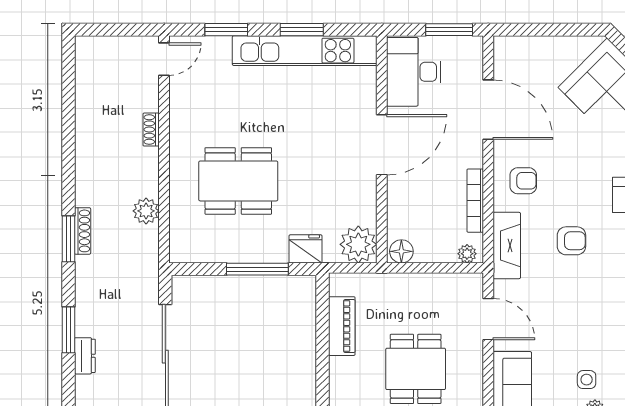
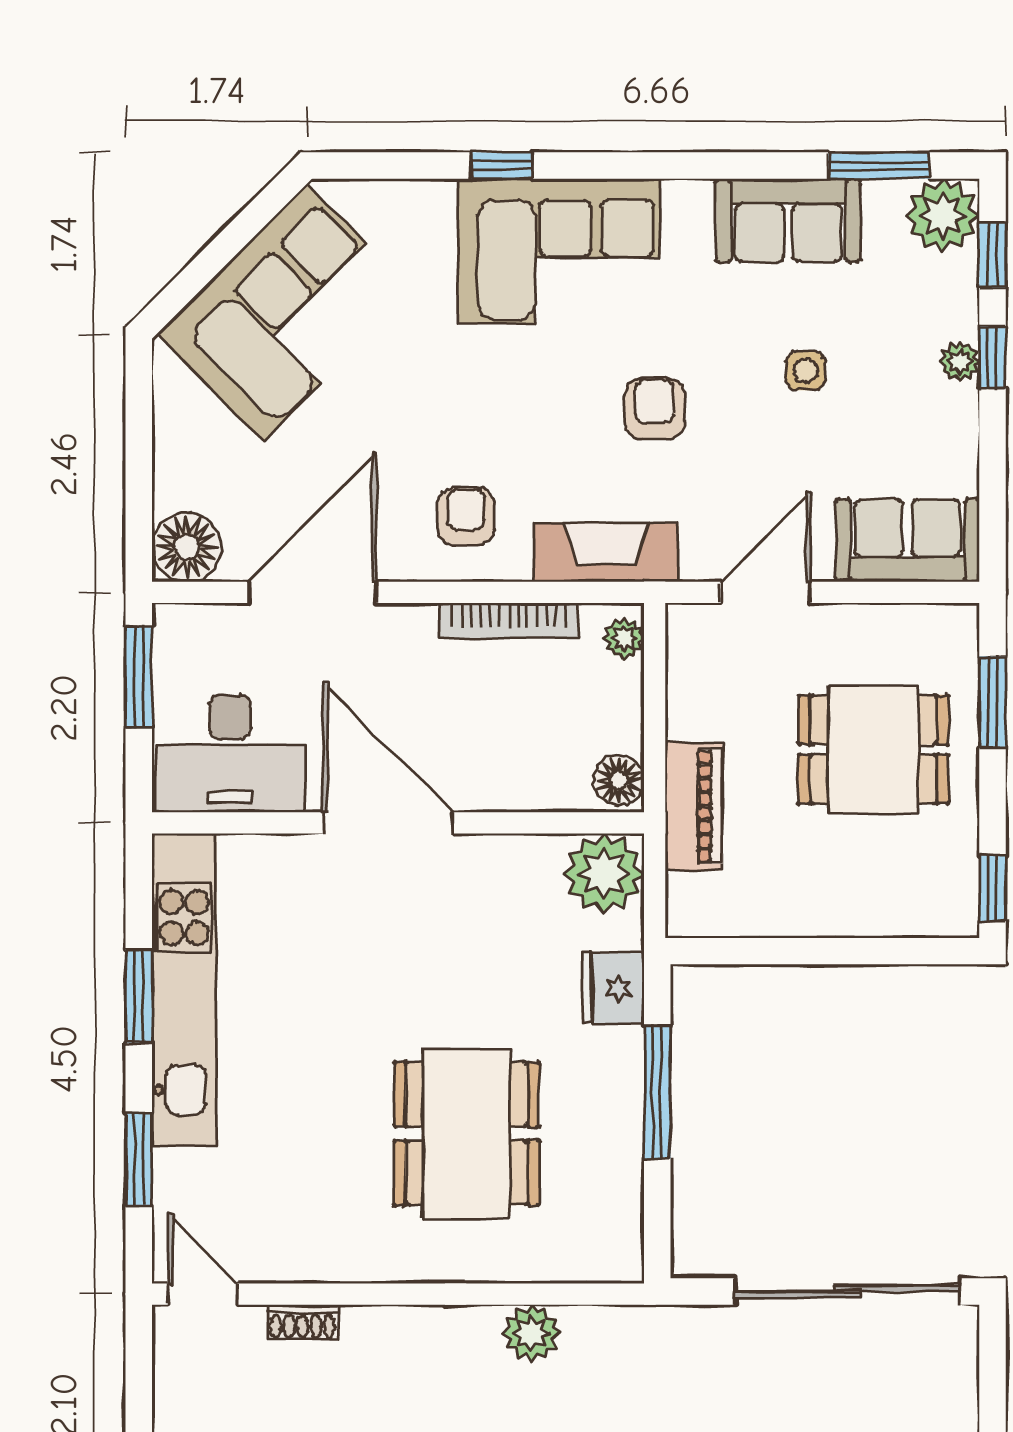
floor lamp: (509, 52) -> (187, 547), added
shoe rack: (151, 130) -> (302, 1322), moved
armchair: (571, 241) -> (655, 409), moved
piano: (342, 326) -> (694, 806), moved, turned 90
side table: (587, 380) -> (806, 370), moved

